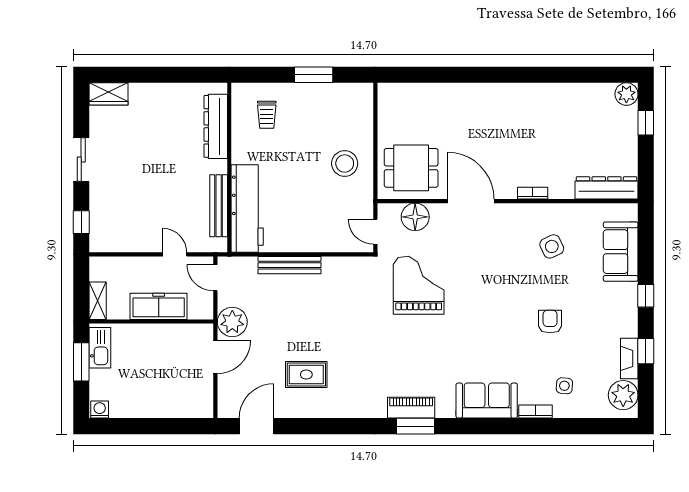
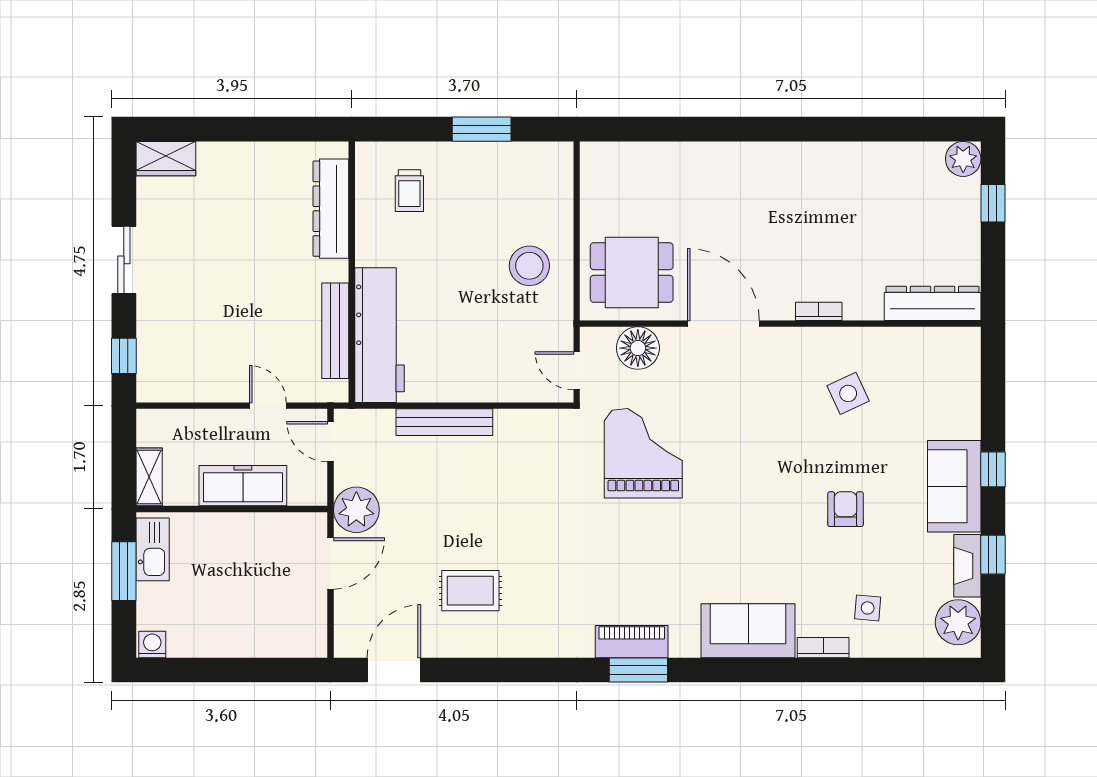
sofa: (621, 252) -> (954, 486), moved

